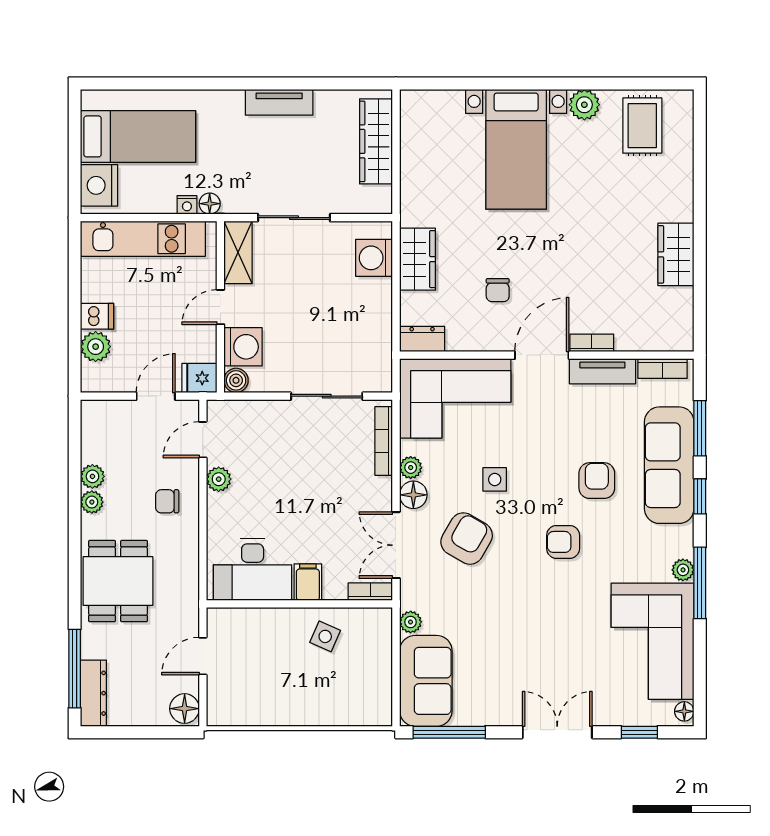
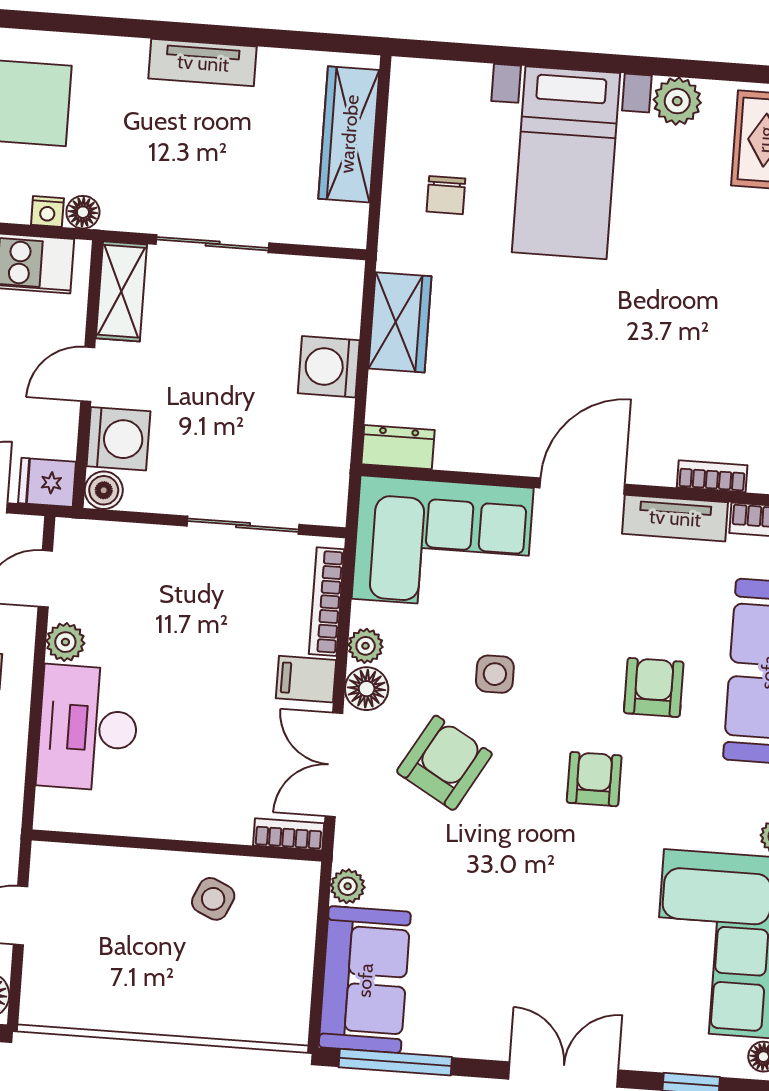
washing machine: (374, 258) -> (329, 367), moved
chair: (498, 290) -> (446, 195), moved
bookcase: (592, 343) -> (712, 476), moved
armchair: (563, 542) -> (594, 779), turned 90
desk: (253, 570) -> (88, 728), moved, turned 90
filing cabinet: (308, 582) -> (306, 679), moved, turned -90

